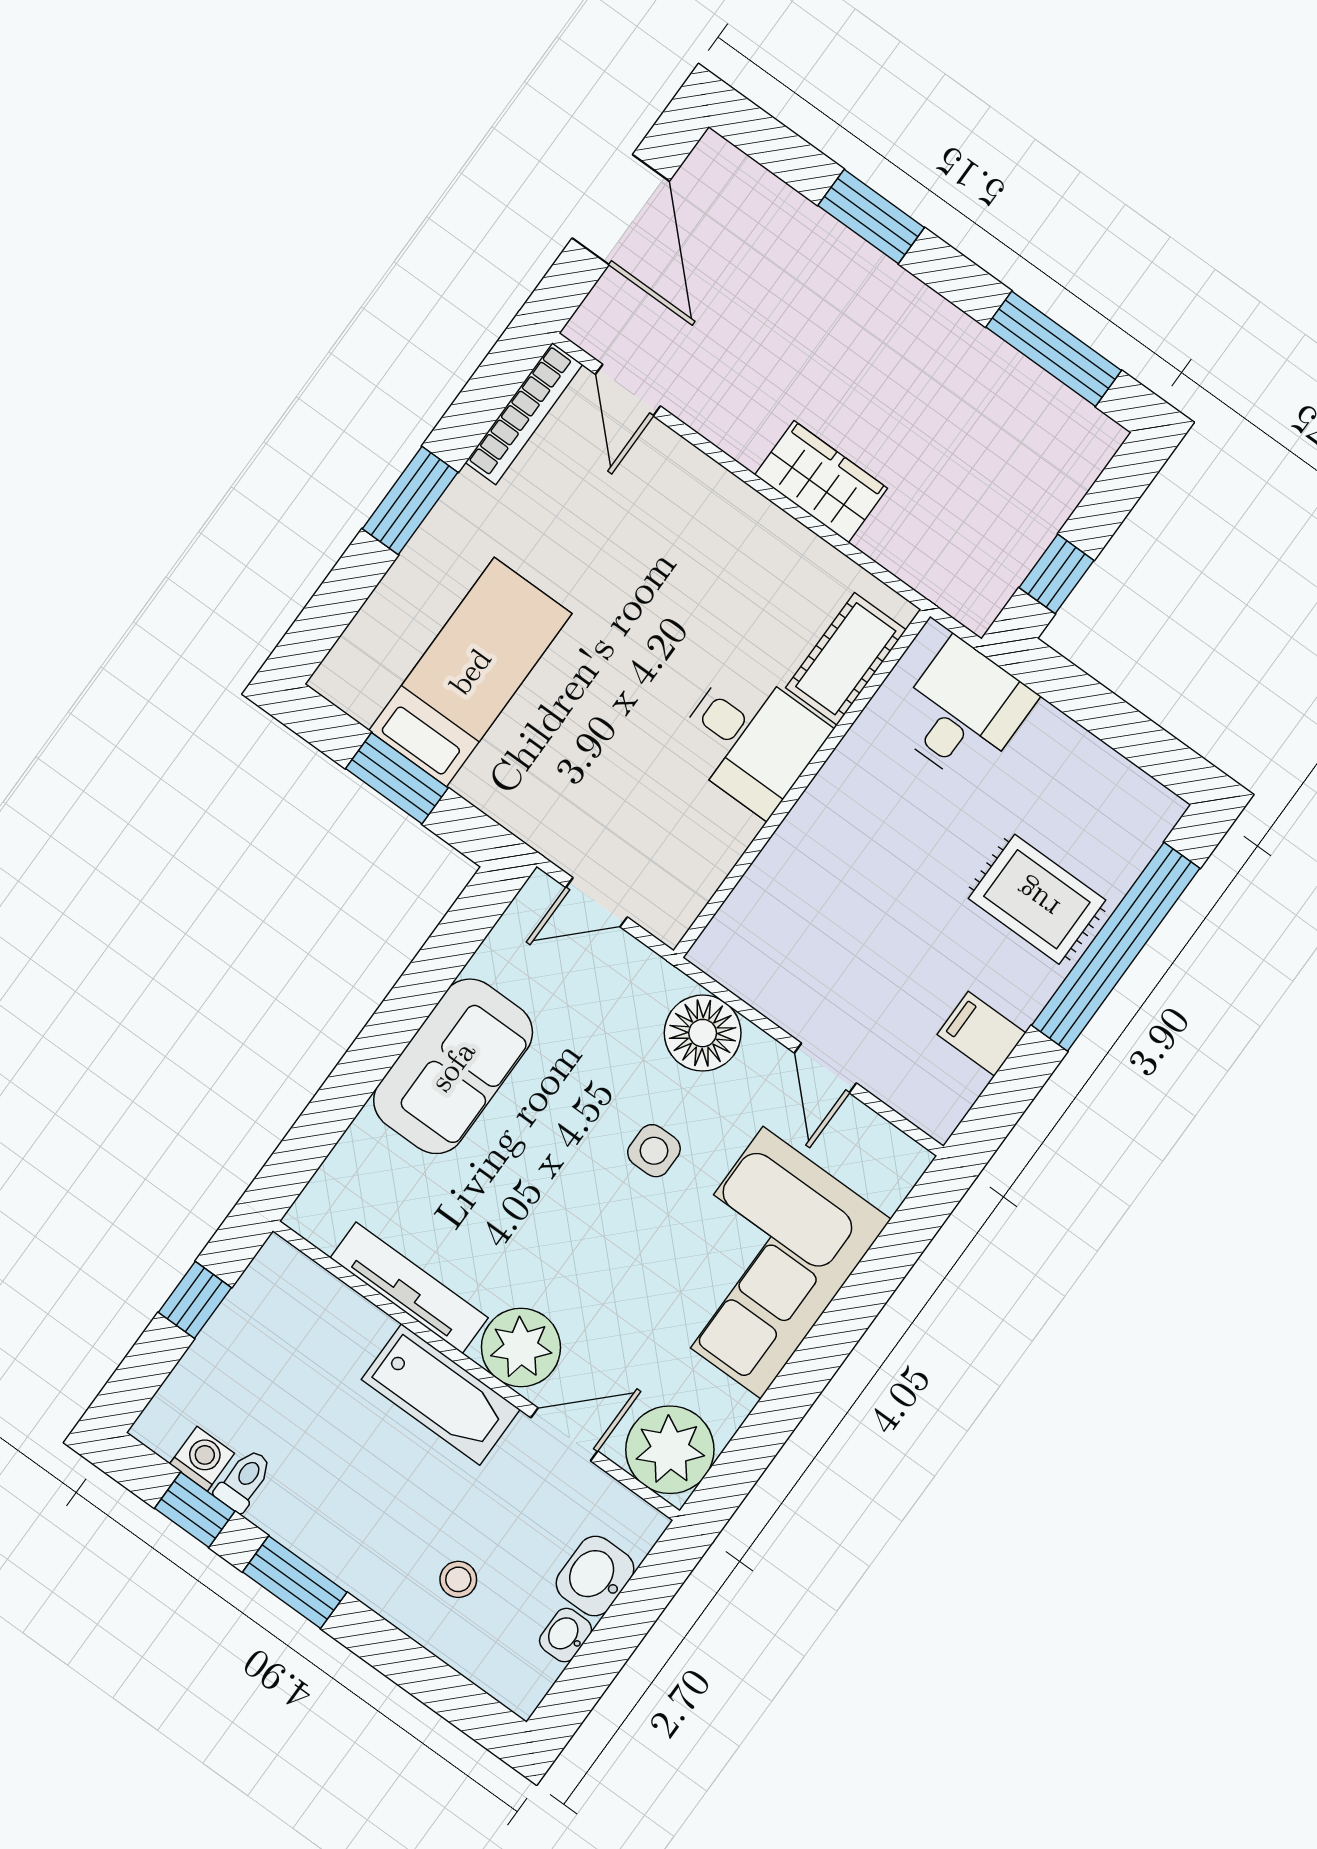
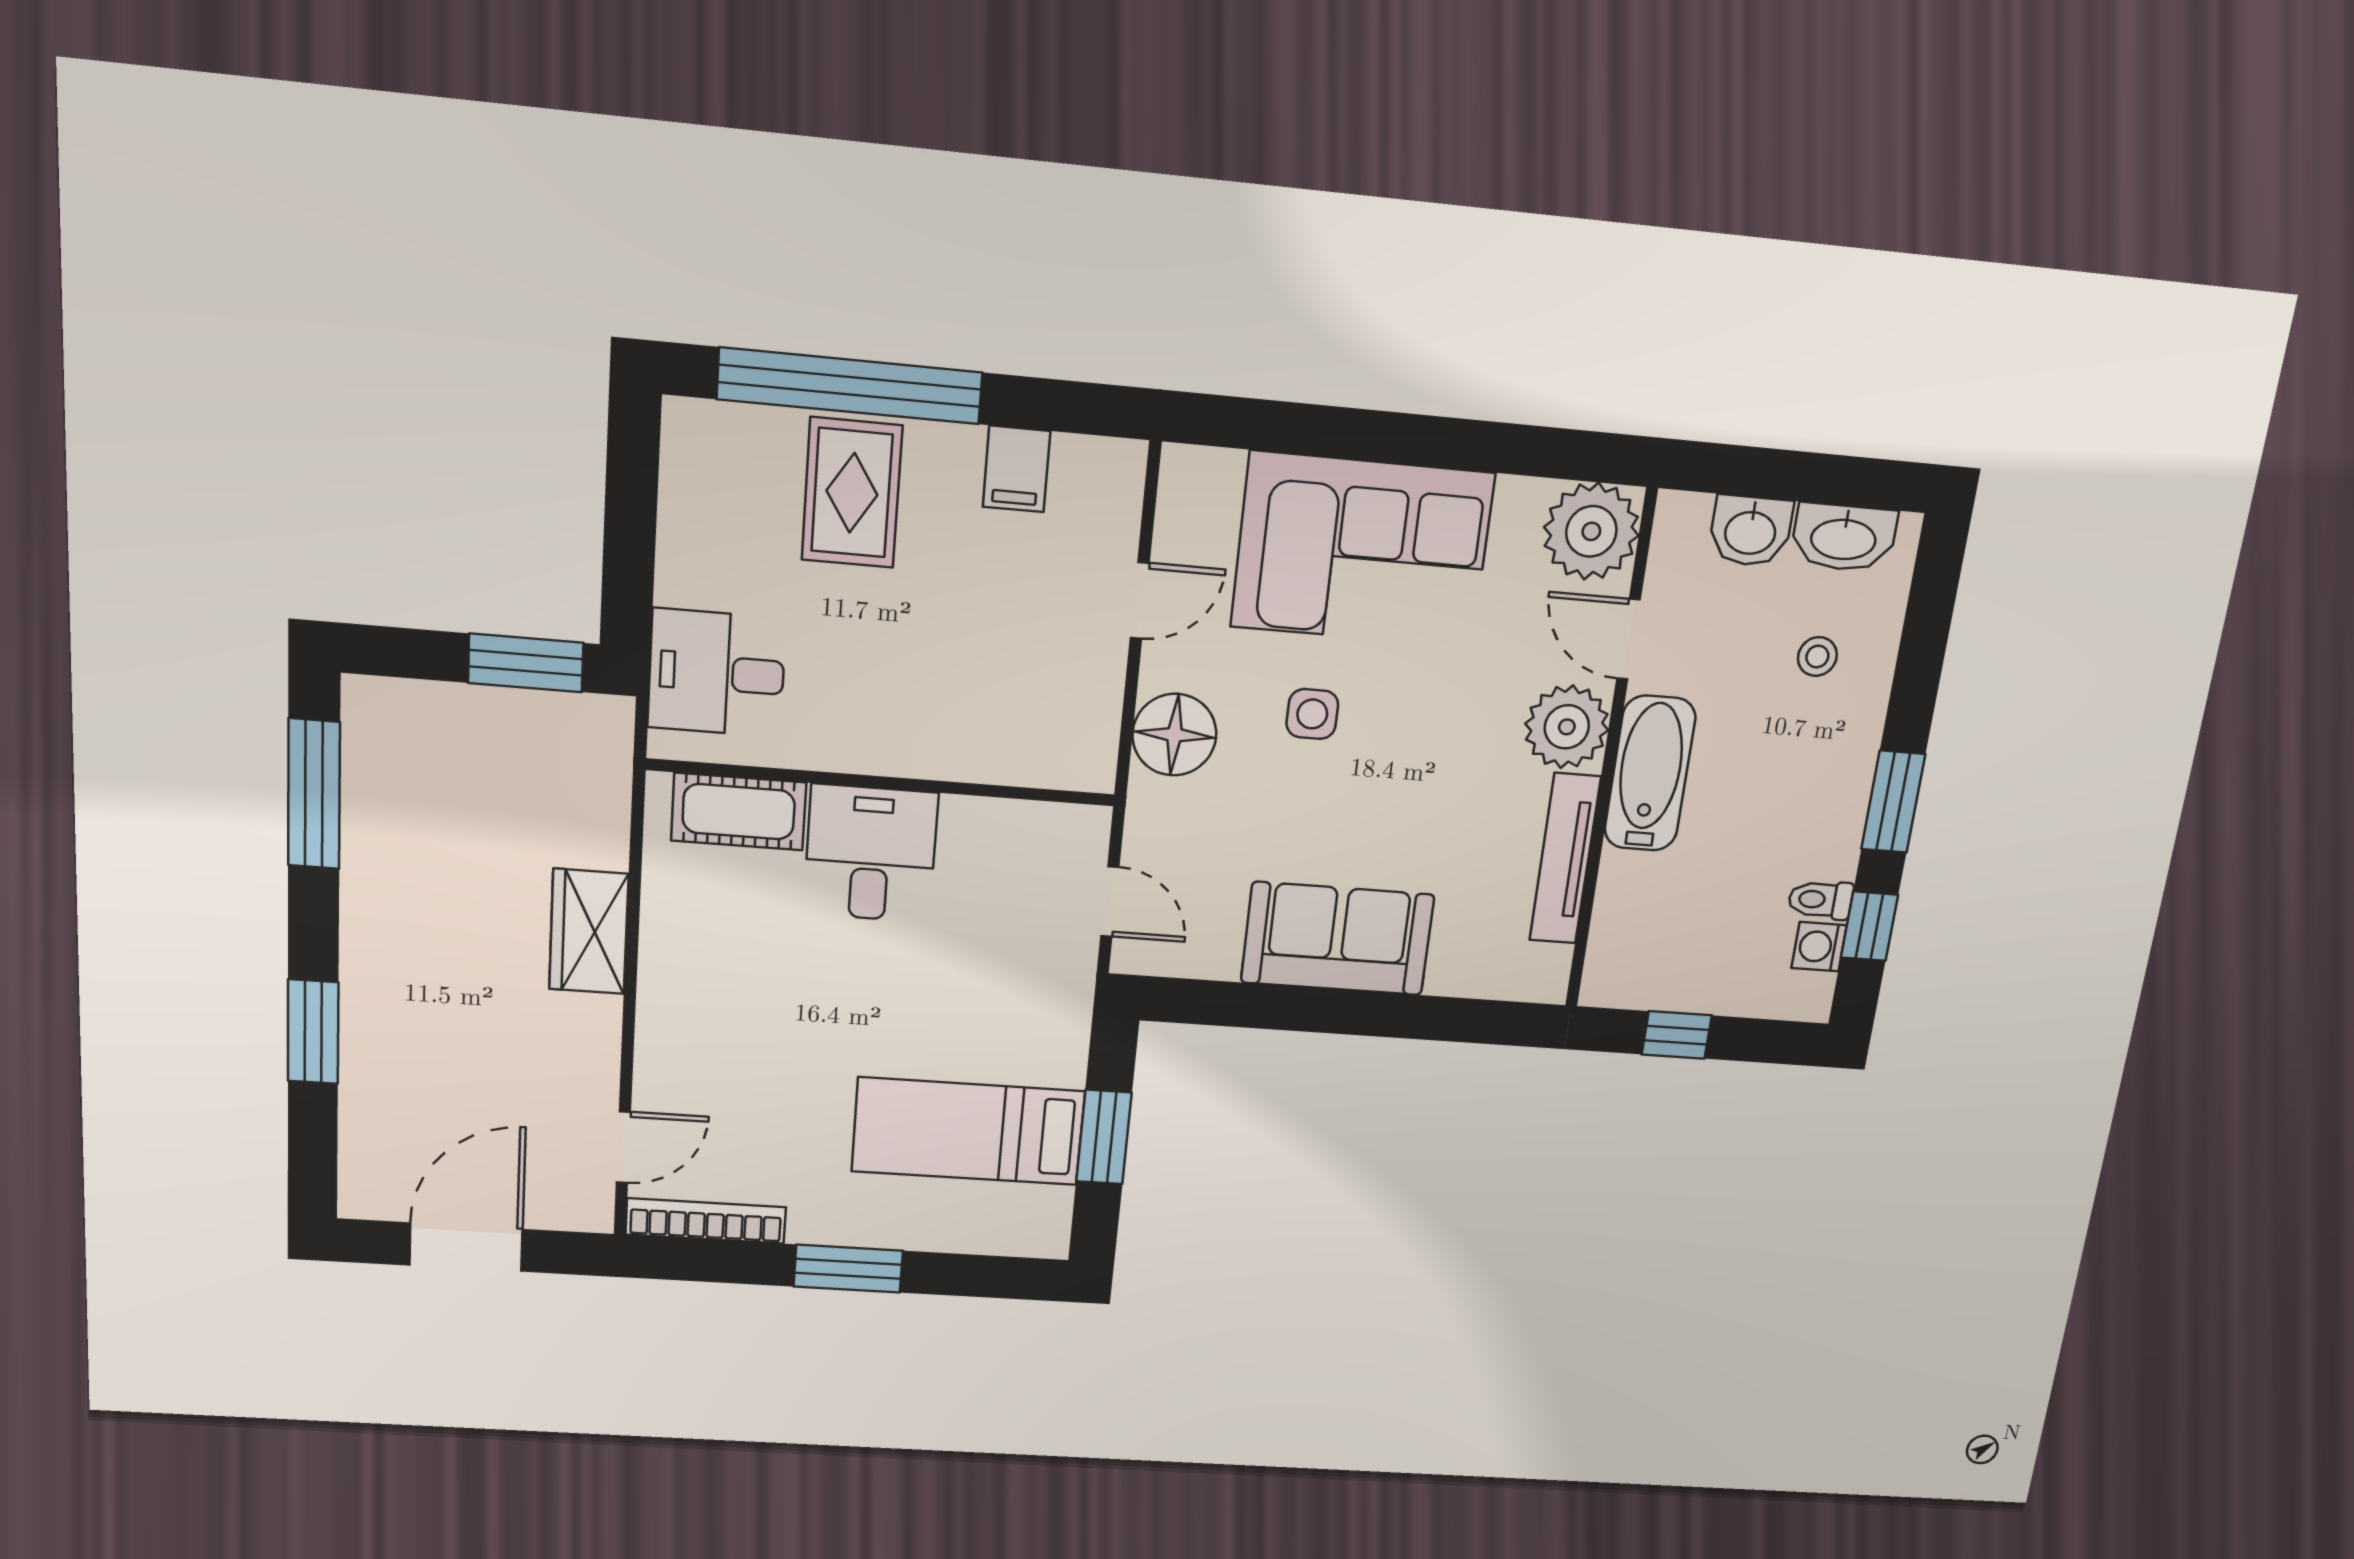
window: (1056, 574) -> (526, 663), width x1.50
washbasin: (566, 1635) -> (1844, 538), width x1.91, depth x1.45

